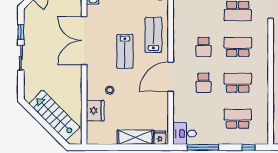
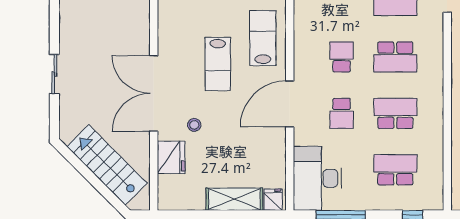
window: (21, 32) -> (54, 33), removed
double door: (84, 41) -> (154, 93), moved
school desk: (204, 47) -> (342, 57), turned 180
school desk: (238, 47) -> (395, 57), turned 180
desk: (185, 134) -> (317, 178), width x1.87, depth x1.30

